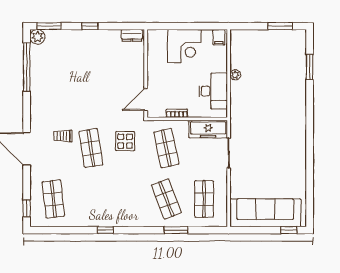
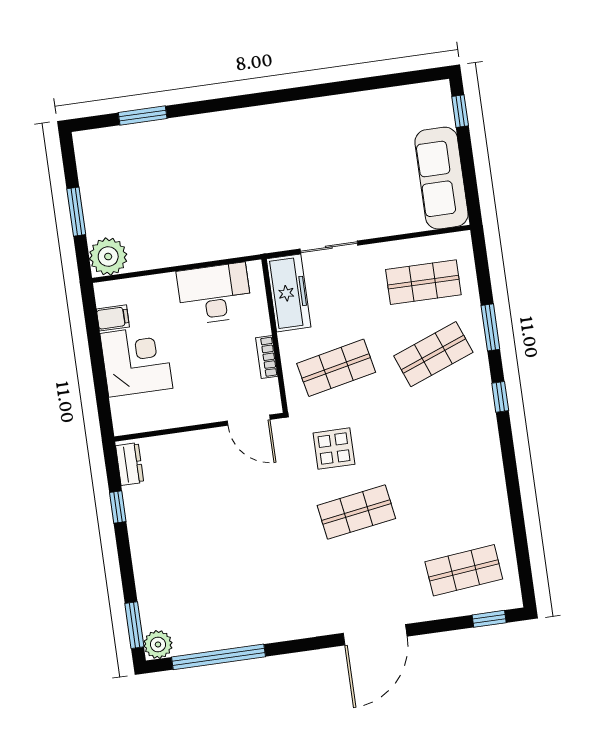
window: (90, 26) -> (118, 507), moved
window: (280, 26) -> (76, 212), moved
filing cabinet: (219, 37) -> (113, 318), moved
plant: (235, 75) -> (108, 257), moved, width x1.88, depth x1.88
trolley: (63, 136) -> (341, 569), removed
sofa: (265, 213) -> (442, 178), width x0.74, depth x0.79
window: (106, 230) -> (500, 397), moved

